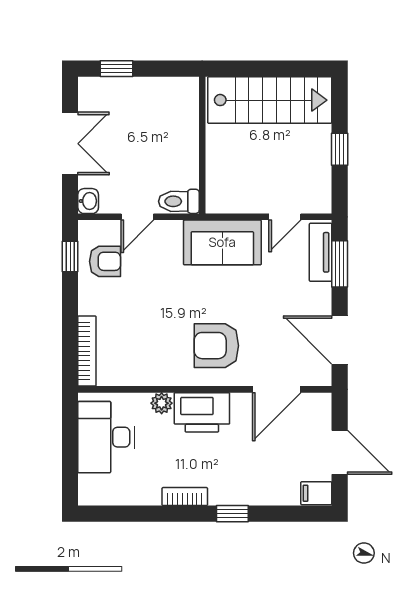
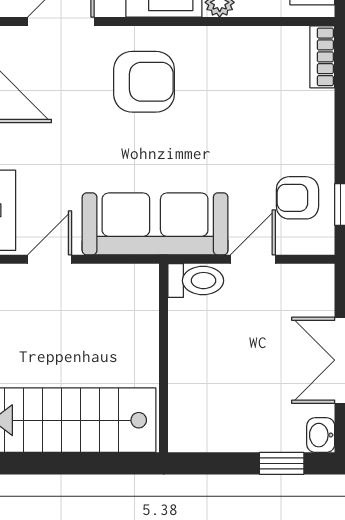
washbasin: (88, 201) -> (321, 435), moved
sofa: (222, 242) -> (155, 224), width x1.36
bookcase: (87, 351) -> (322, 57), width x0.64

